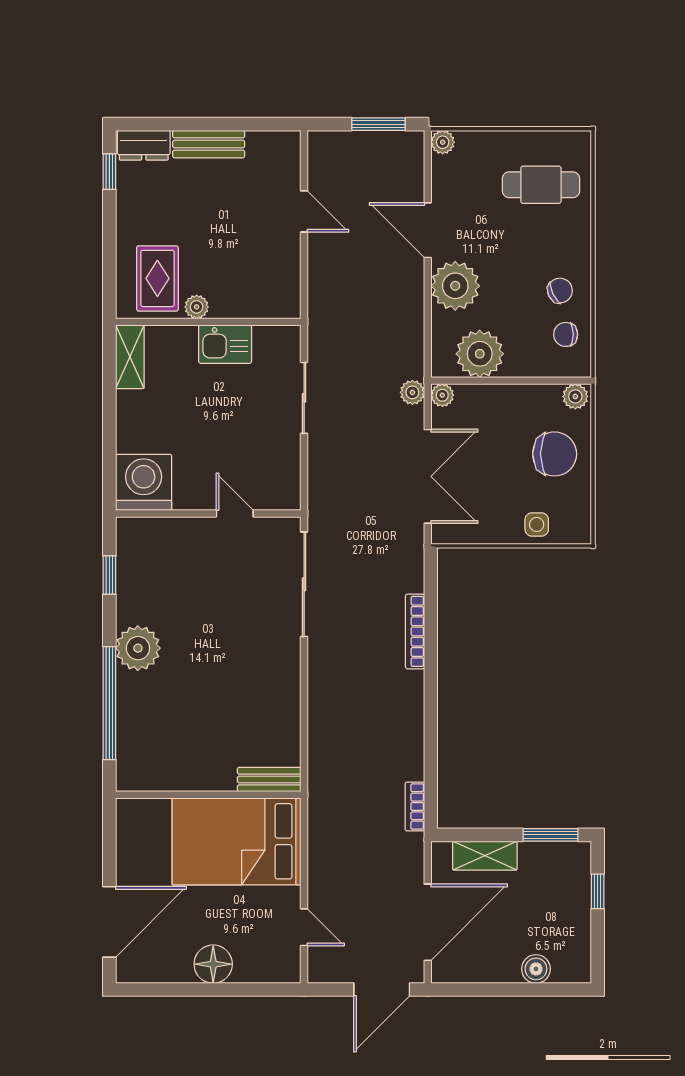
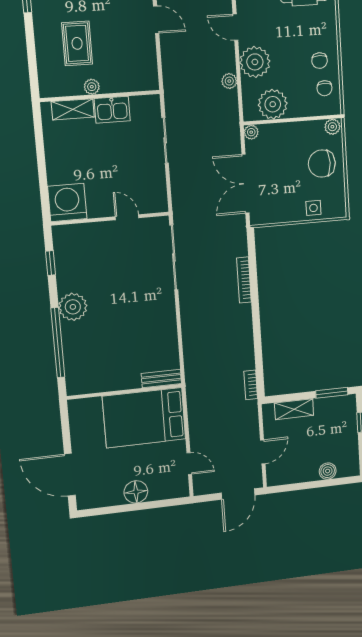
door: (428, 230) -> (235, 27), width x0.73
rug: (157, 278) -> (77, 43), moved
chair: (560, 291) -> (320, 61), turned 116
chair: (566, 334) -> (324, 88), turned -90
shelving: (130, 357) -> (73, 109), moved, turned 90
plant: (412, 392) -> (229, 81), moved
chair: (555, 454) -> (322, 164), turned 180
double door: (428, 476) -> (245, 184), swing flipped
door: (109, 922) -> (70, 475), swing flipped
door: (428, 922) -> (263, 452), width x0.53

